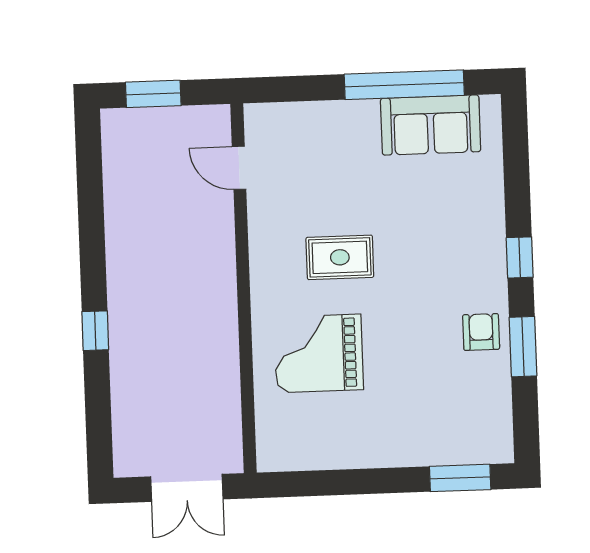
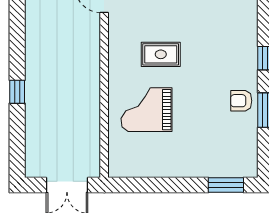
armchair: (481, 332) -> (241, 101), turned -90

